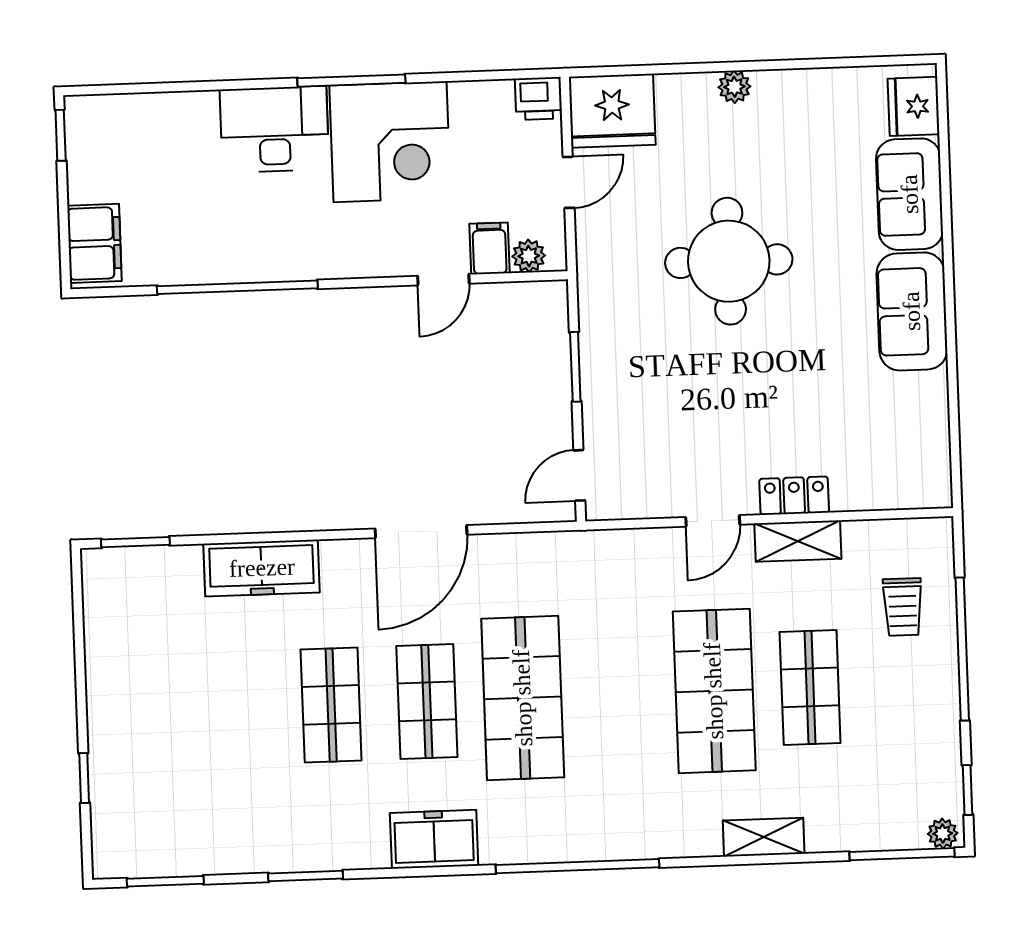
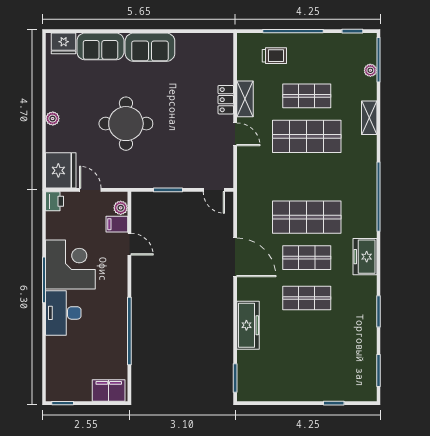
plant: (943, 834) -> (370, 70), moved

